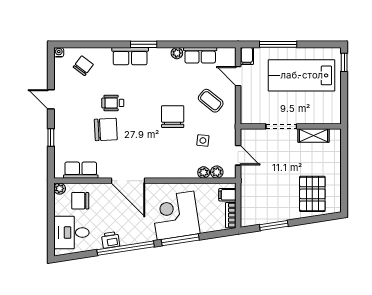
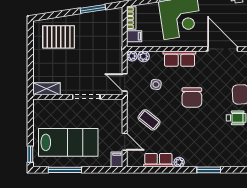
window: (278, 44) -> (65, 170), moved
row of seats: (130, 56) -> (179, 59), moved, turned 180
chair: (173, 117) -> (192, 97), moved
shelving: (314, 136) -> (47, 89), moved
door: (238, 155) -> (125, 82), moved
plant: (204, 172) -> (132, 56), moved
pallet: (312, 194) -> (59, 37), turned 90

